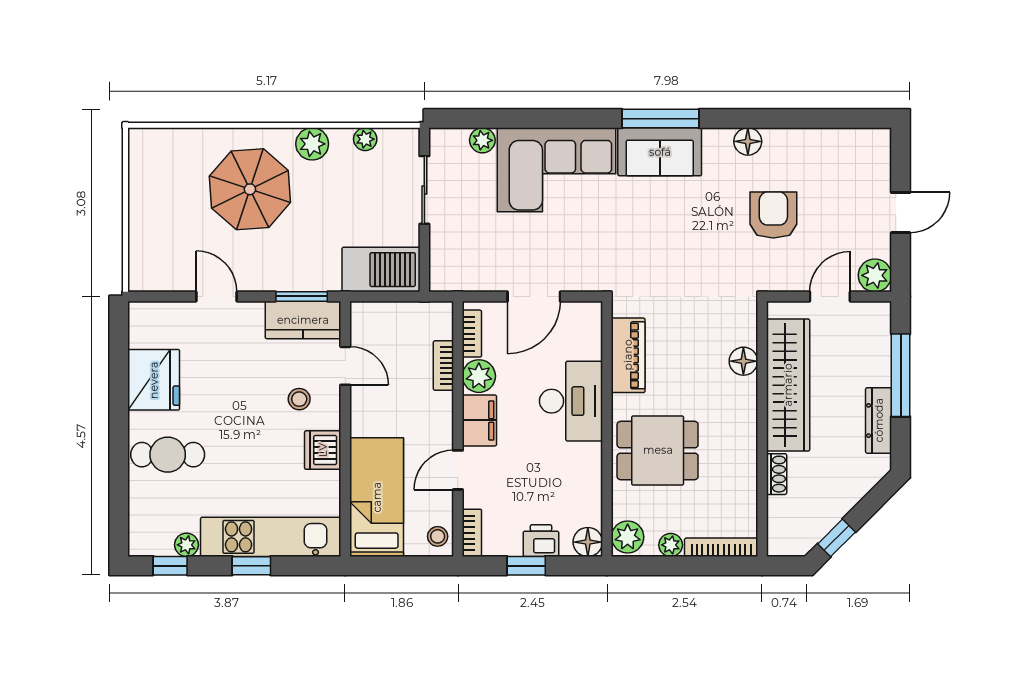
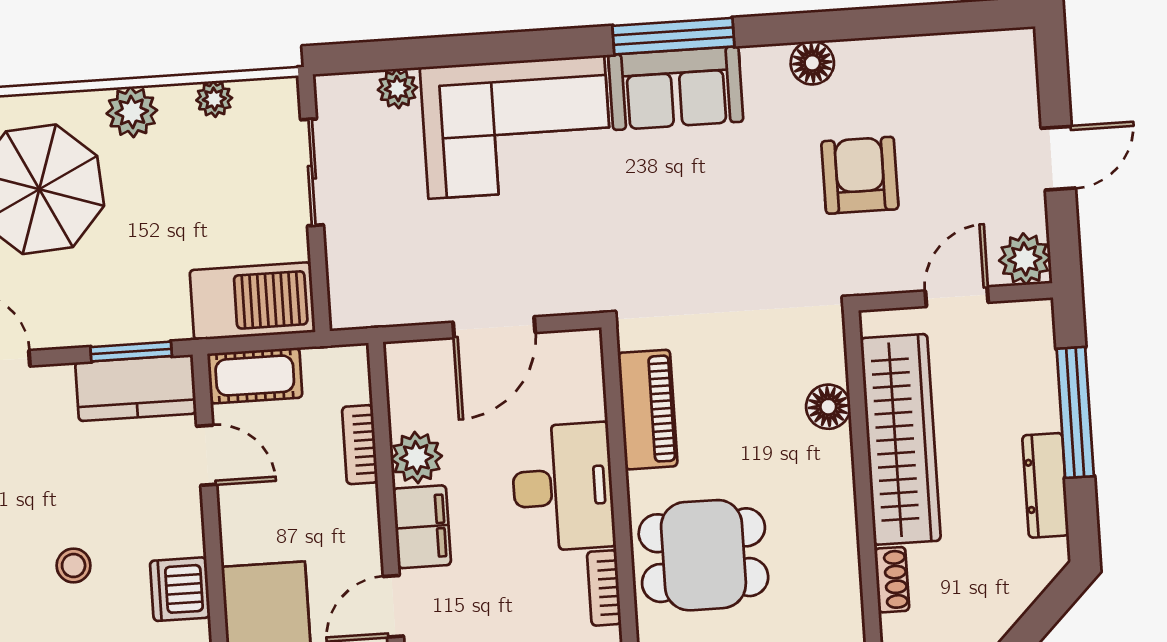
cot: (379, 317) -> (255, 376), added
bookcase: (472, 334) -> (604, 588), moved, turned 180
stool: (299, 399) -> (74, 566), moved

